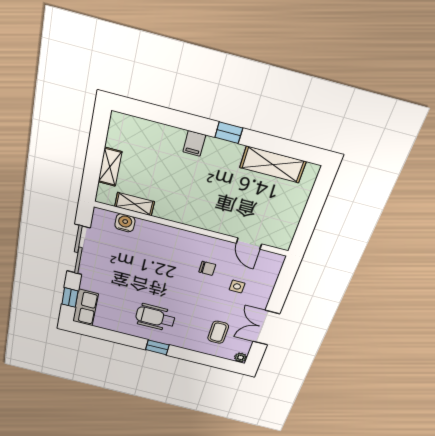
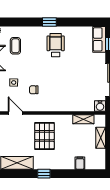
filing cabinet: (194, 143) -> (80, 163), moved
pallet: (209, 196) -> (44, 136), added
water cooler: (125, 223) -> (100, 106), moved
wheelchair: (155, 317) -> (56, 45), turned -90

